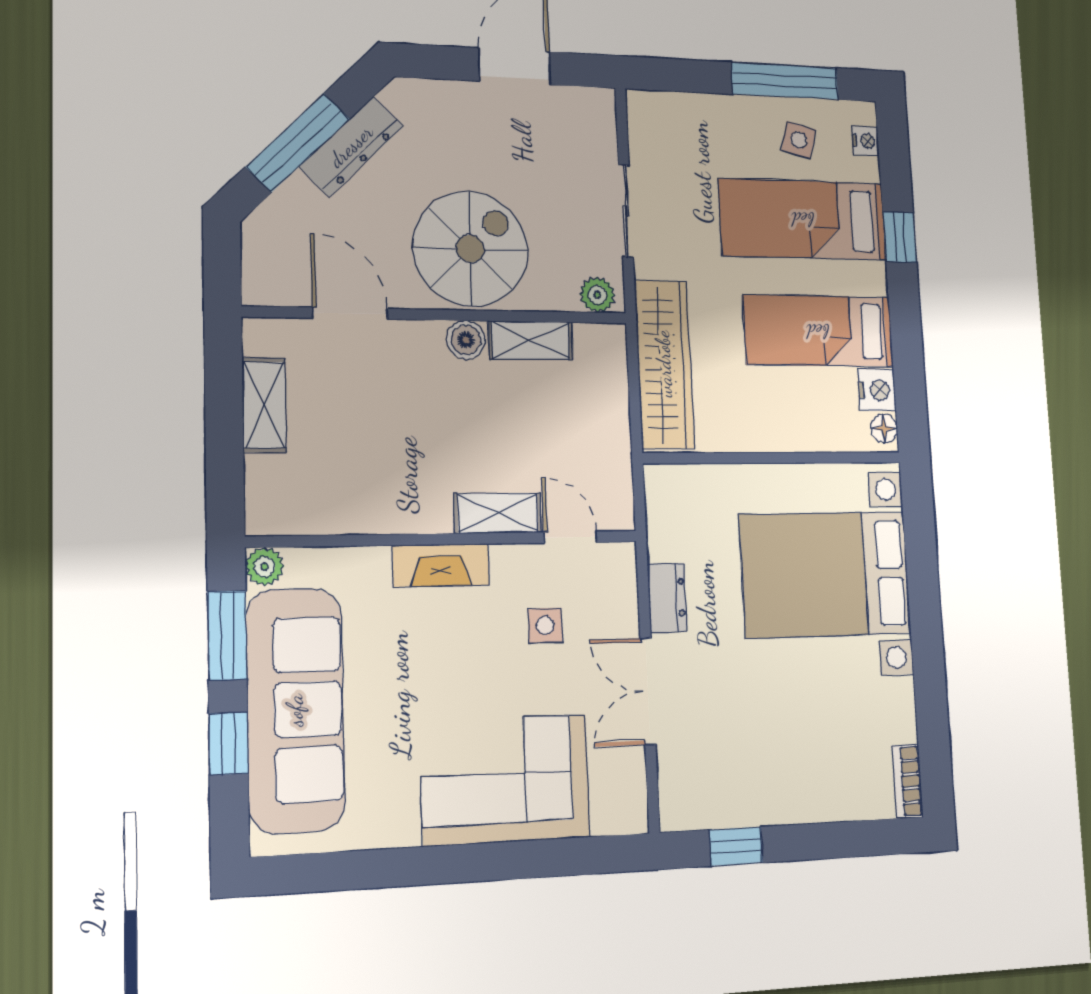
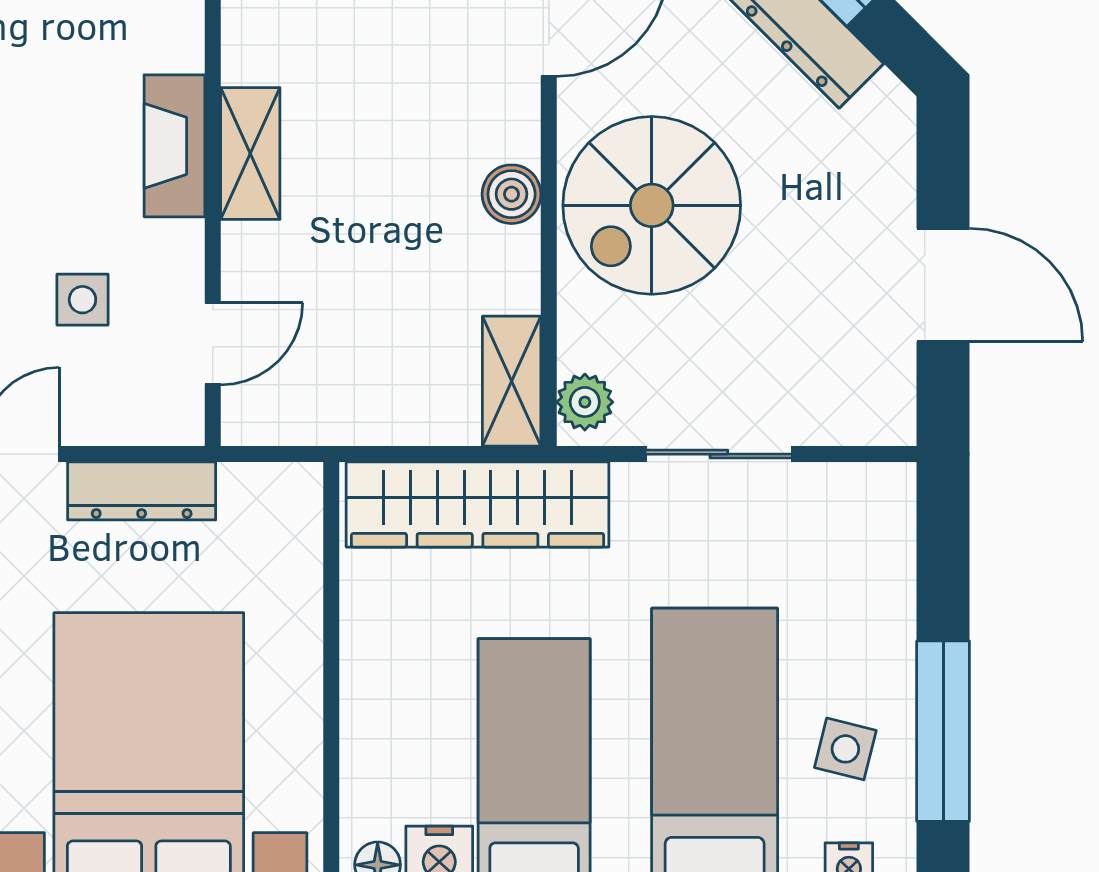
spiral stairs: (470, 249) -> (652, 205), turned 90
shelving: (531, 341) -> (512, 381), moved
shelving: (498, 513) -> (250, 154), moved
dresser: (667, 598) -> (142, 491), width x1.44

